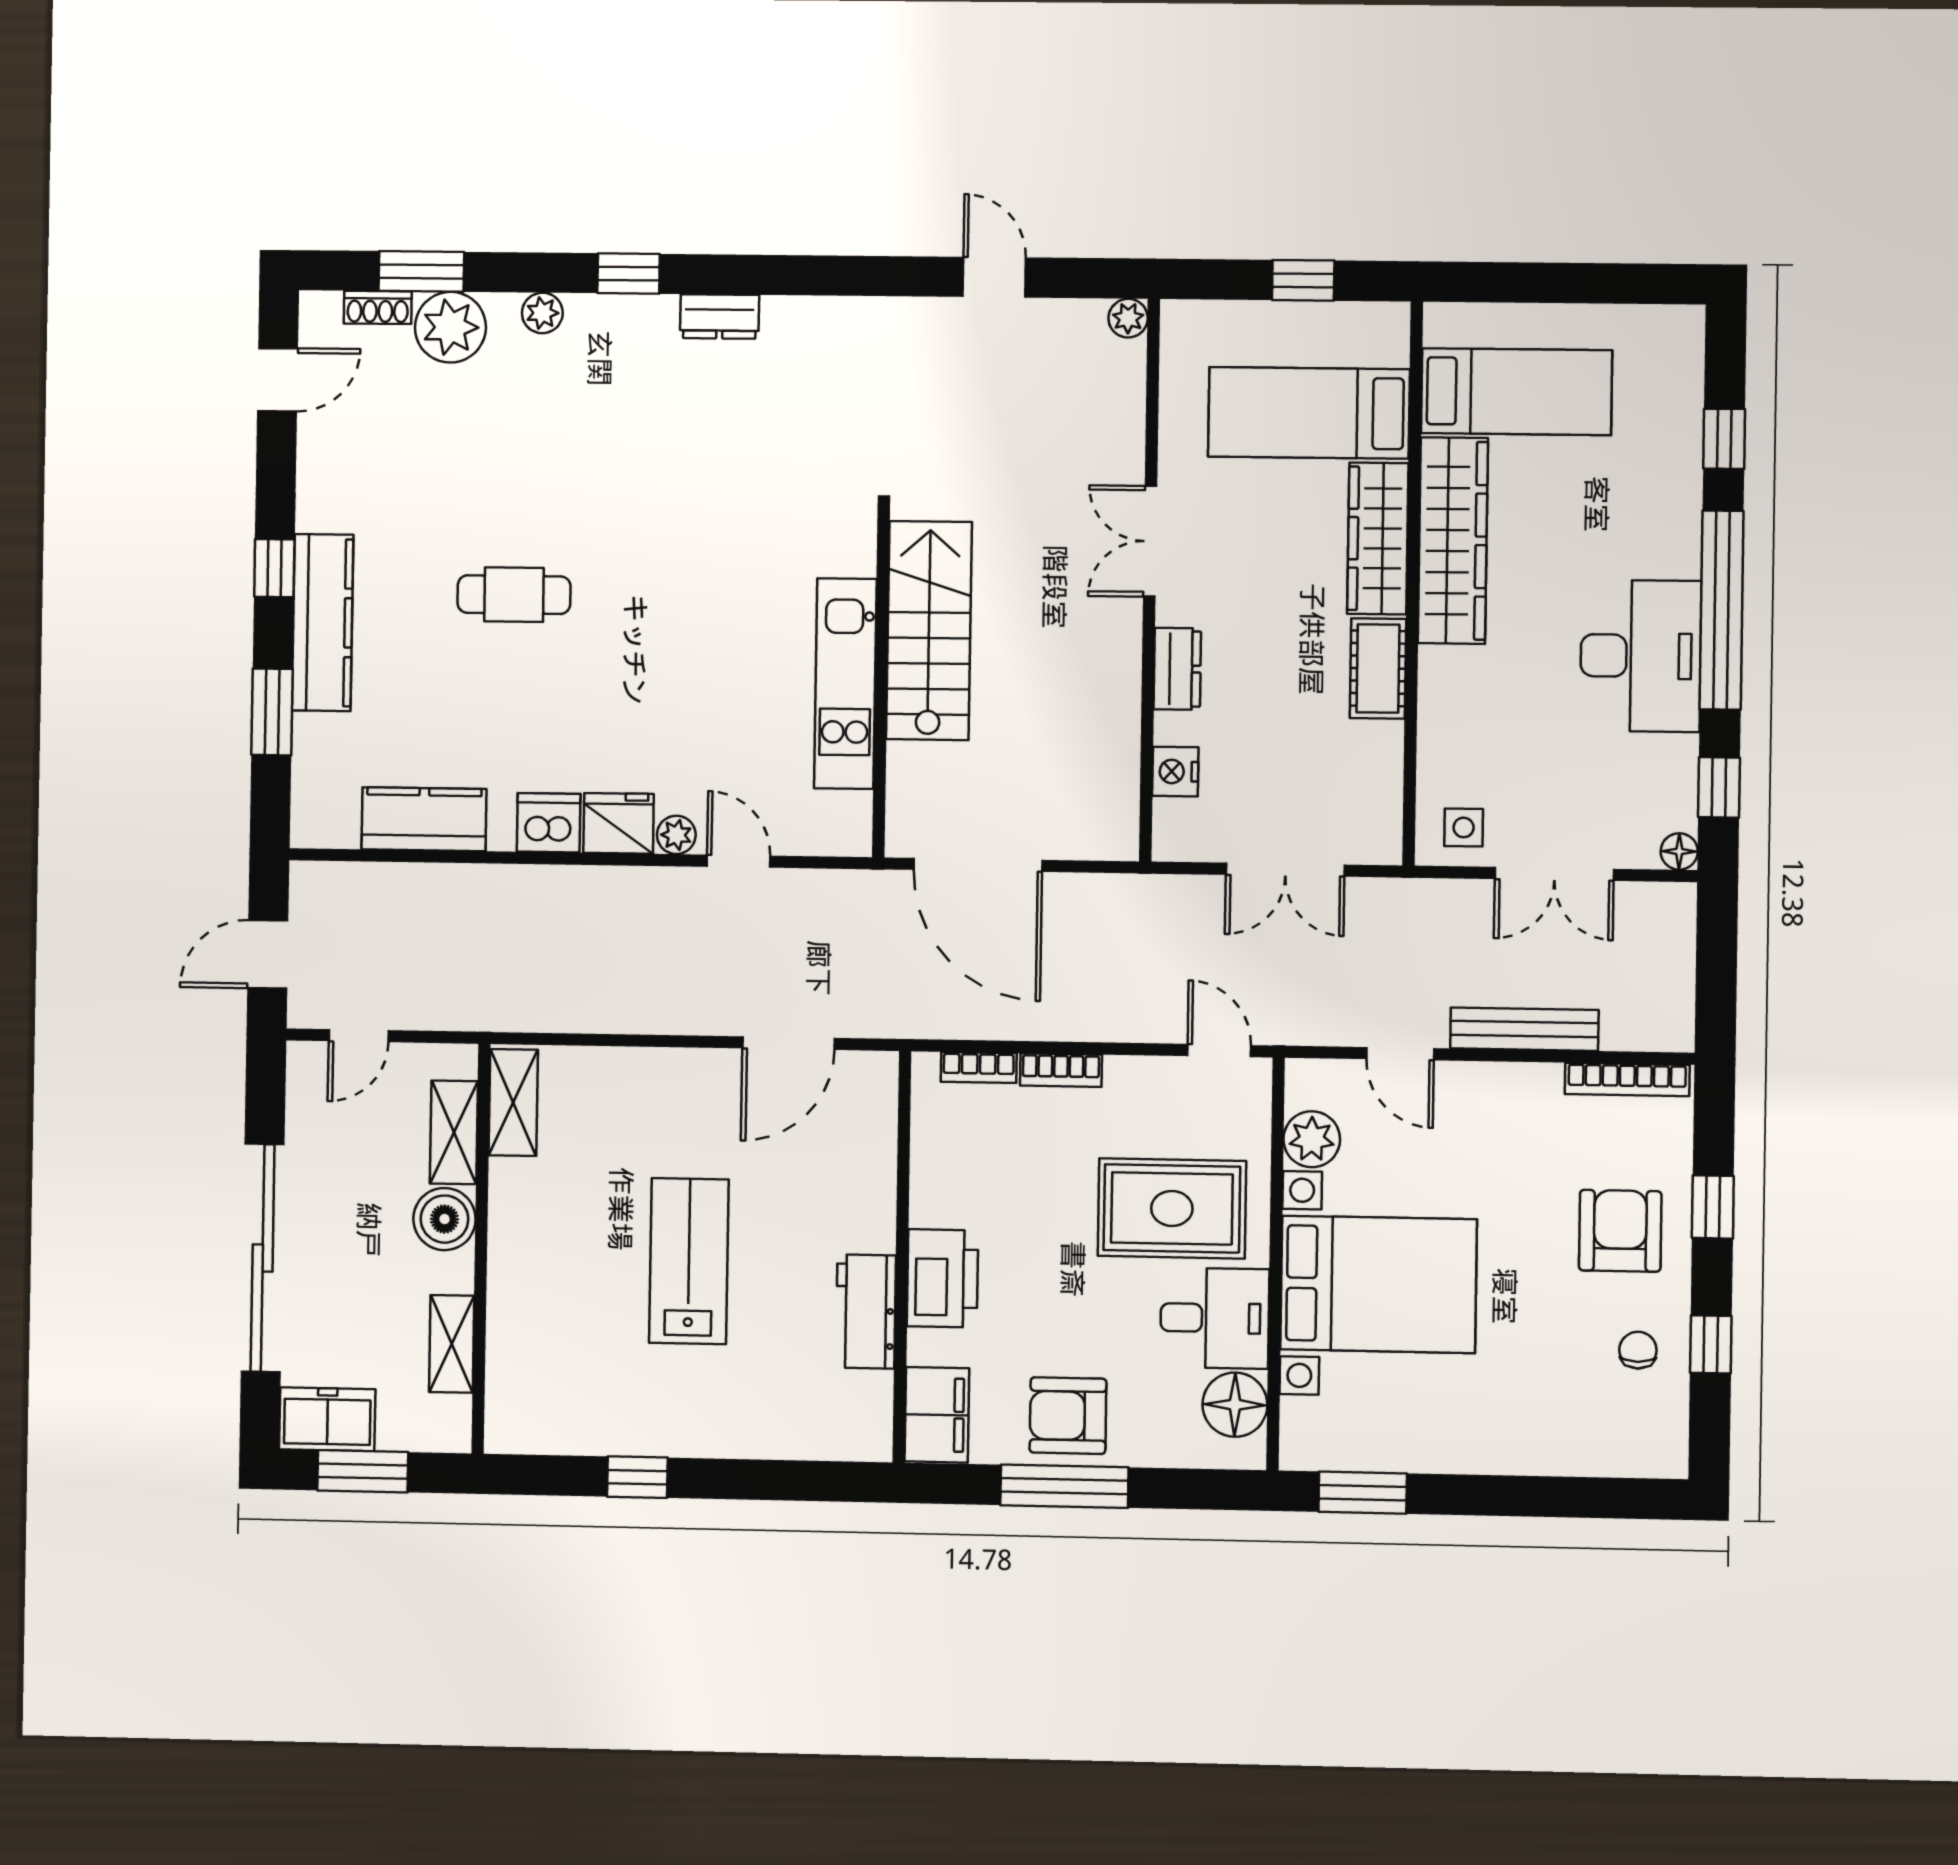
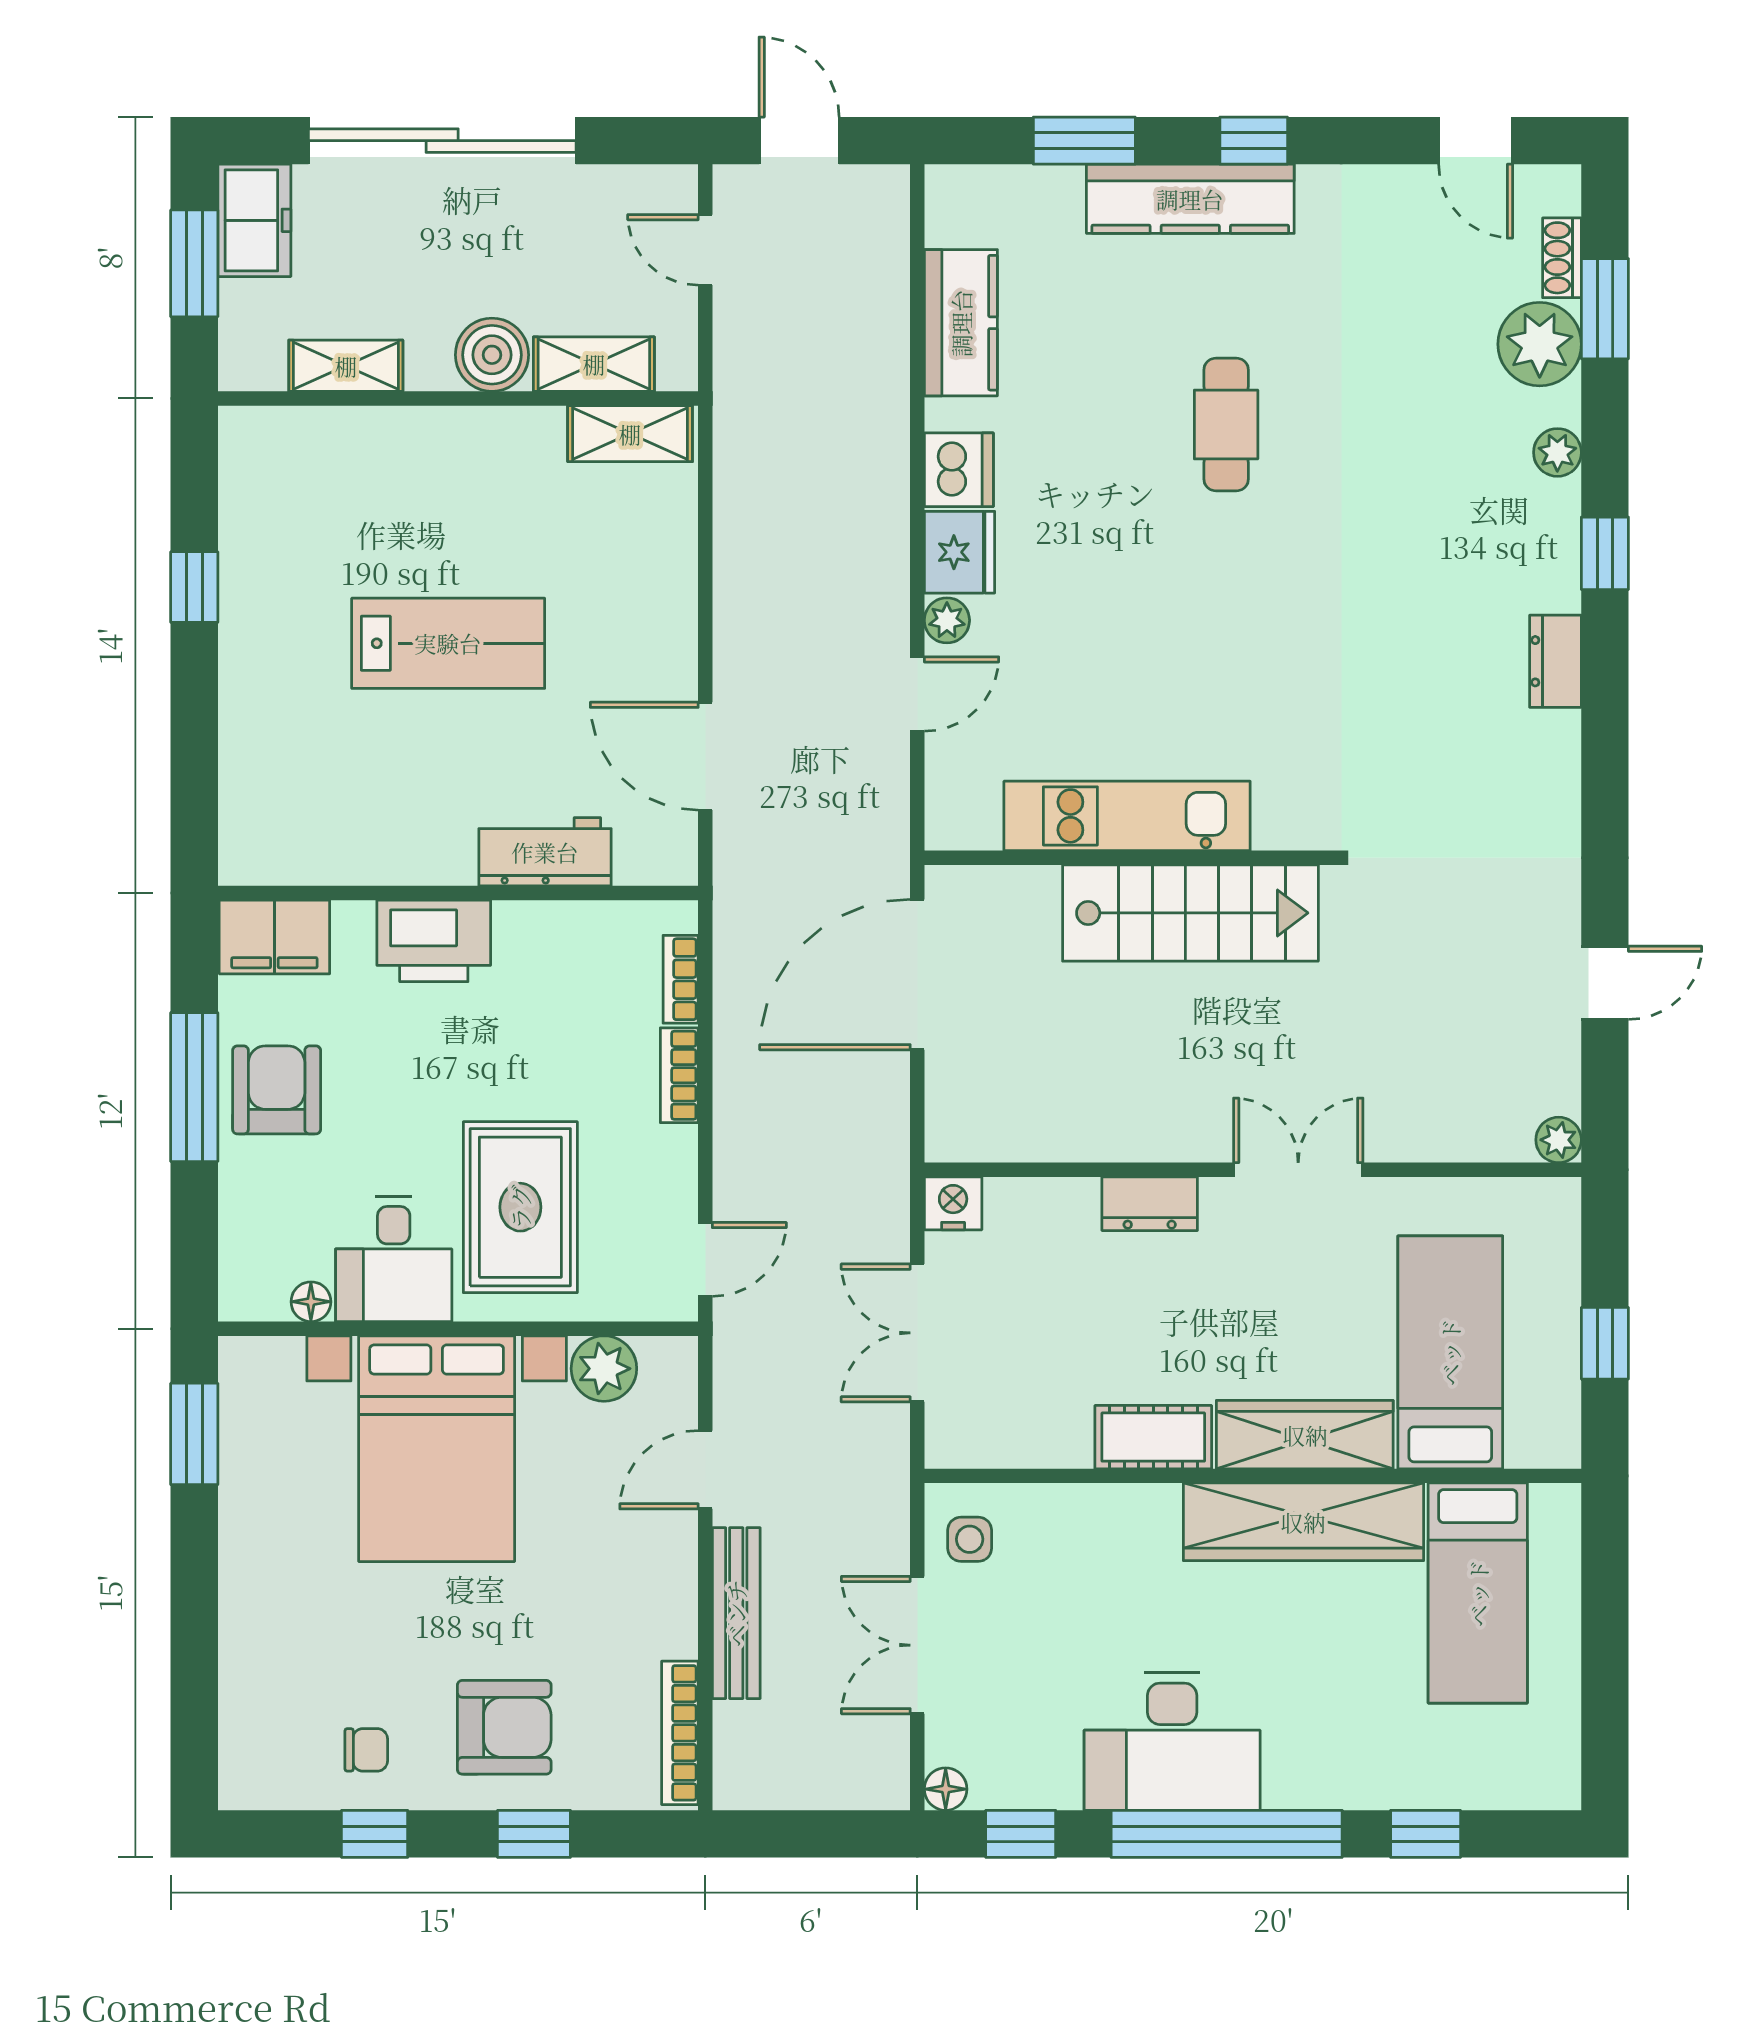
nightstand: (1175, 772) -> (953, 1203), moved
workbench: (866, 1312) -> (545, 852), moved
floor lamp: (1235, 1405) -> (311, 1302), width x0.53, depth x0.53

